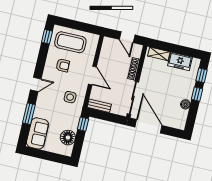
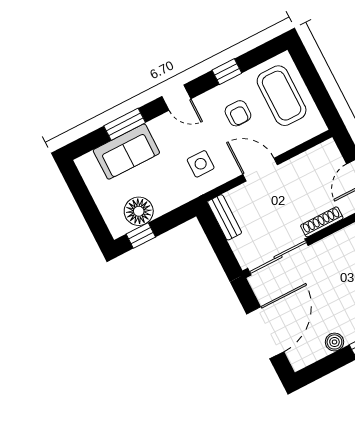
window: (47, 37) -> (227, 72), moved
door: (92, 76) -> (260, 170), swing flipped
window: (83, 124) -> (141, 236), moved
door: (149, 126) -> (265, 333), moved
sofa: (38, 133) -> (126, 152), moved

